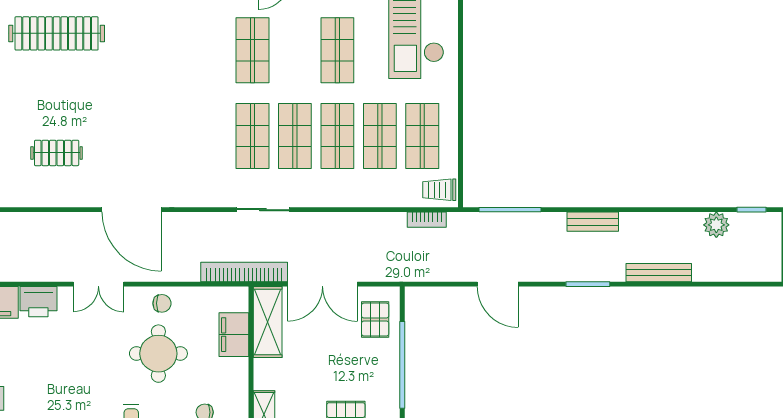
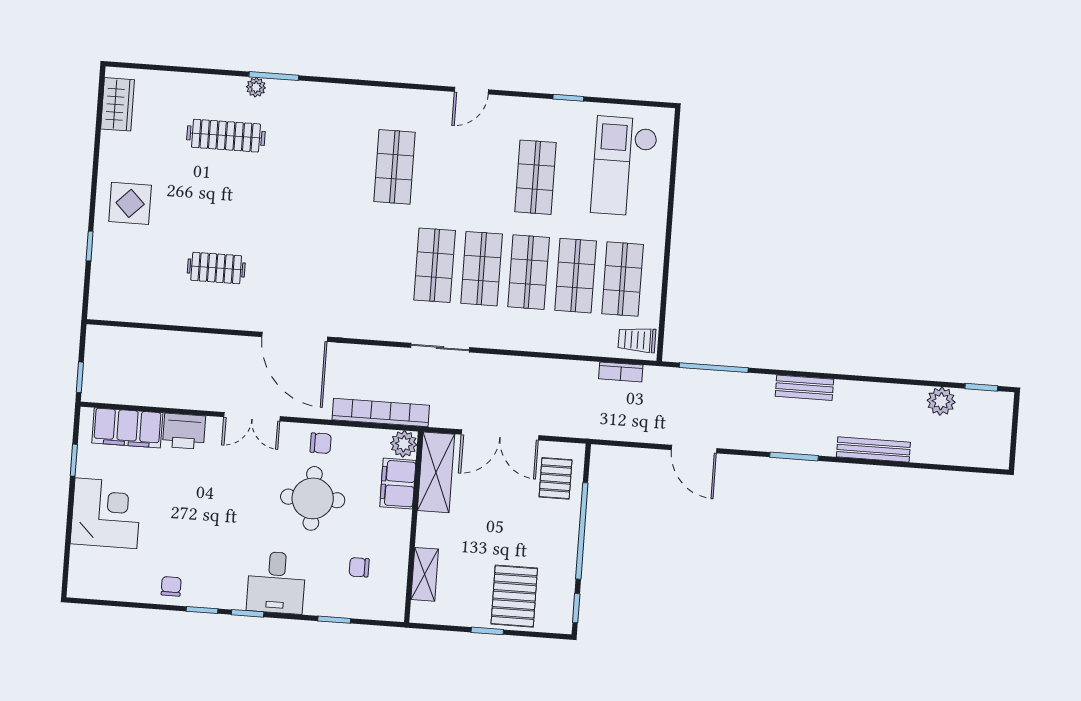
clothes rail: (57, 33) -> (226, 136), width x0.73, depth x0.76
shop shelf: (252, 50) -> (395, 167), moved
bookcase: (244, 272) -> (381, 413), moved
plant: (237, 299) -> (404, 444), added

